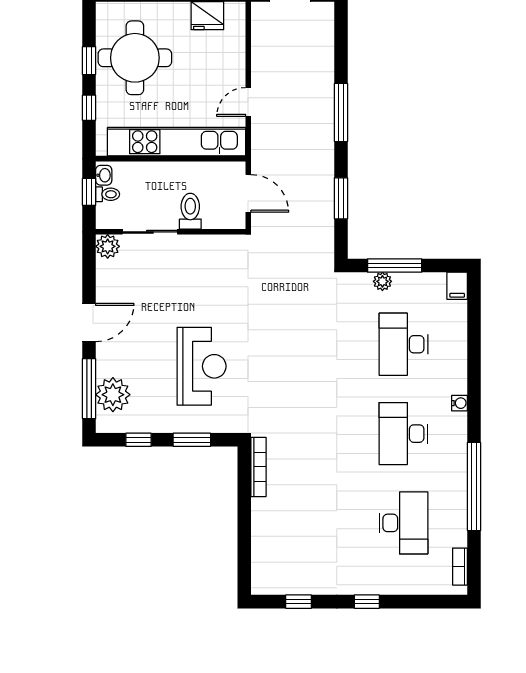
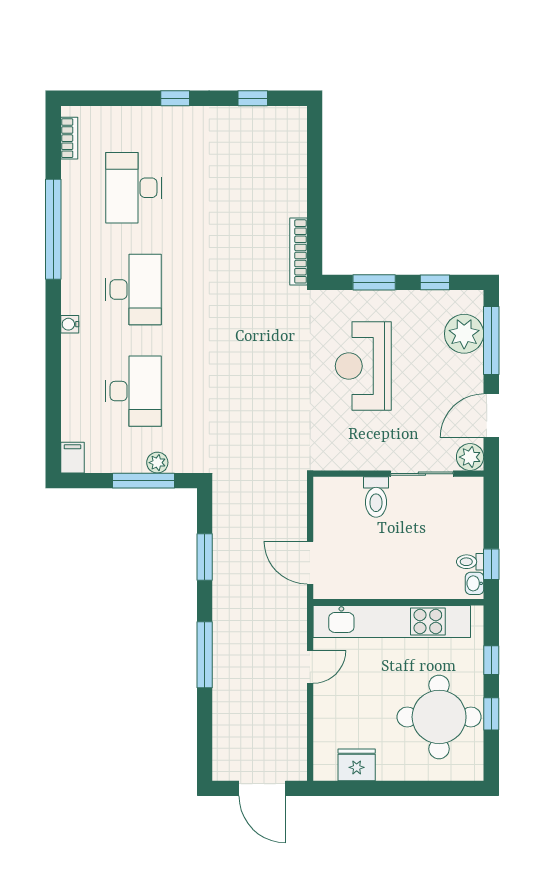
toilet: (190, 211) -> (376, 497), moved
sliding door: (150, 232) -> (422, 474), moved
wall: (171, 232) -> (398, 474), moved
plant: (108, 246) -> (470, 457), moved

